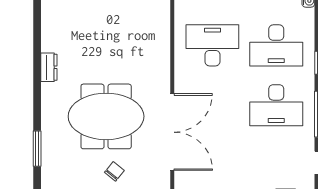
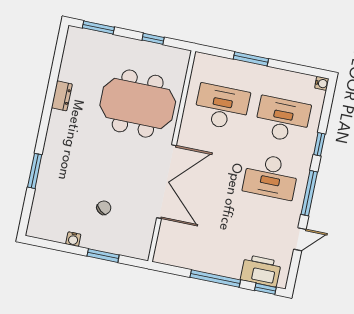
desk: (276, 45) -> (283, 119), turned 180
meeting table: (106, 116) -> (138, 104), moved

